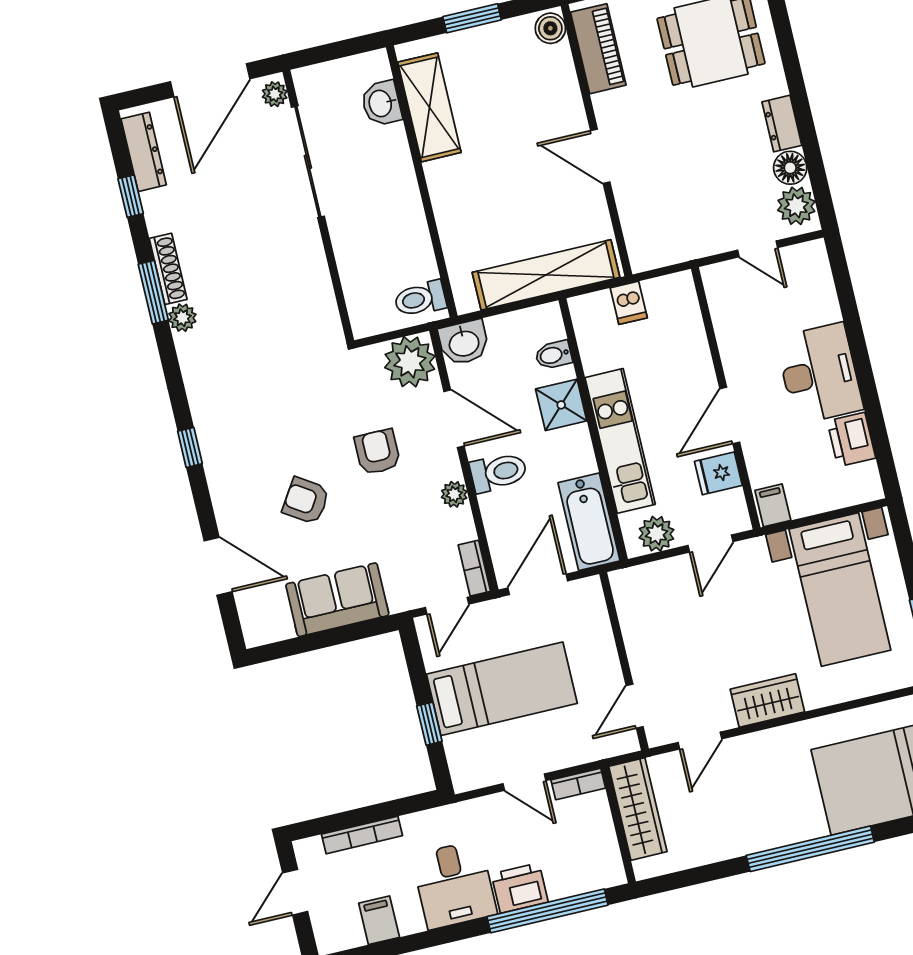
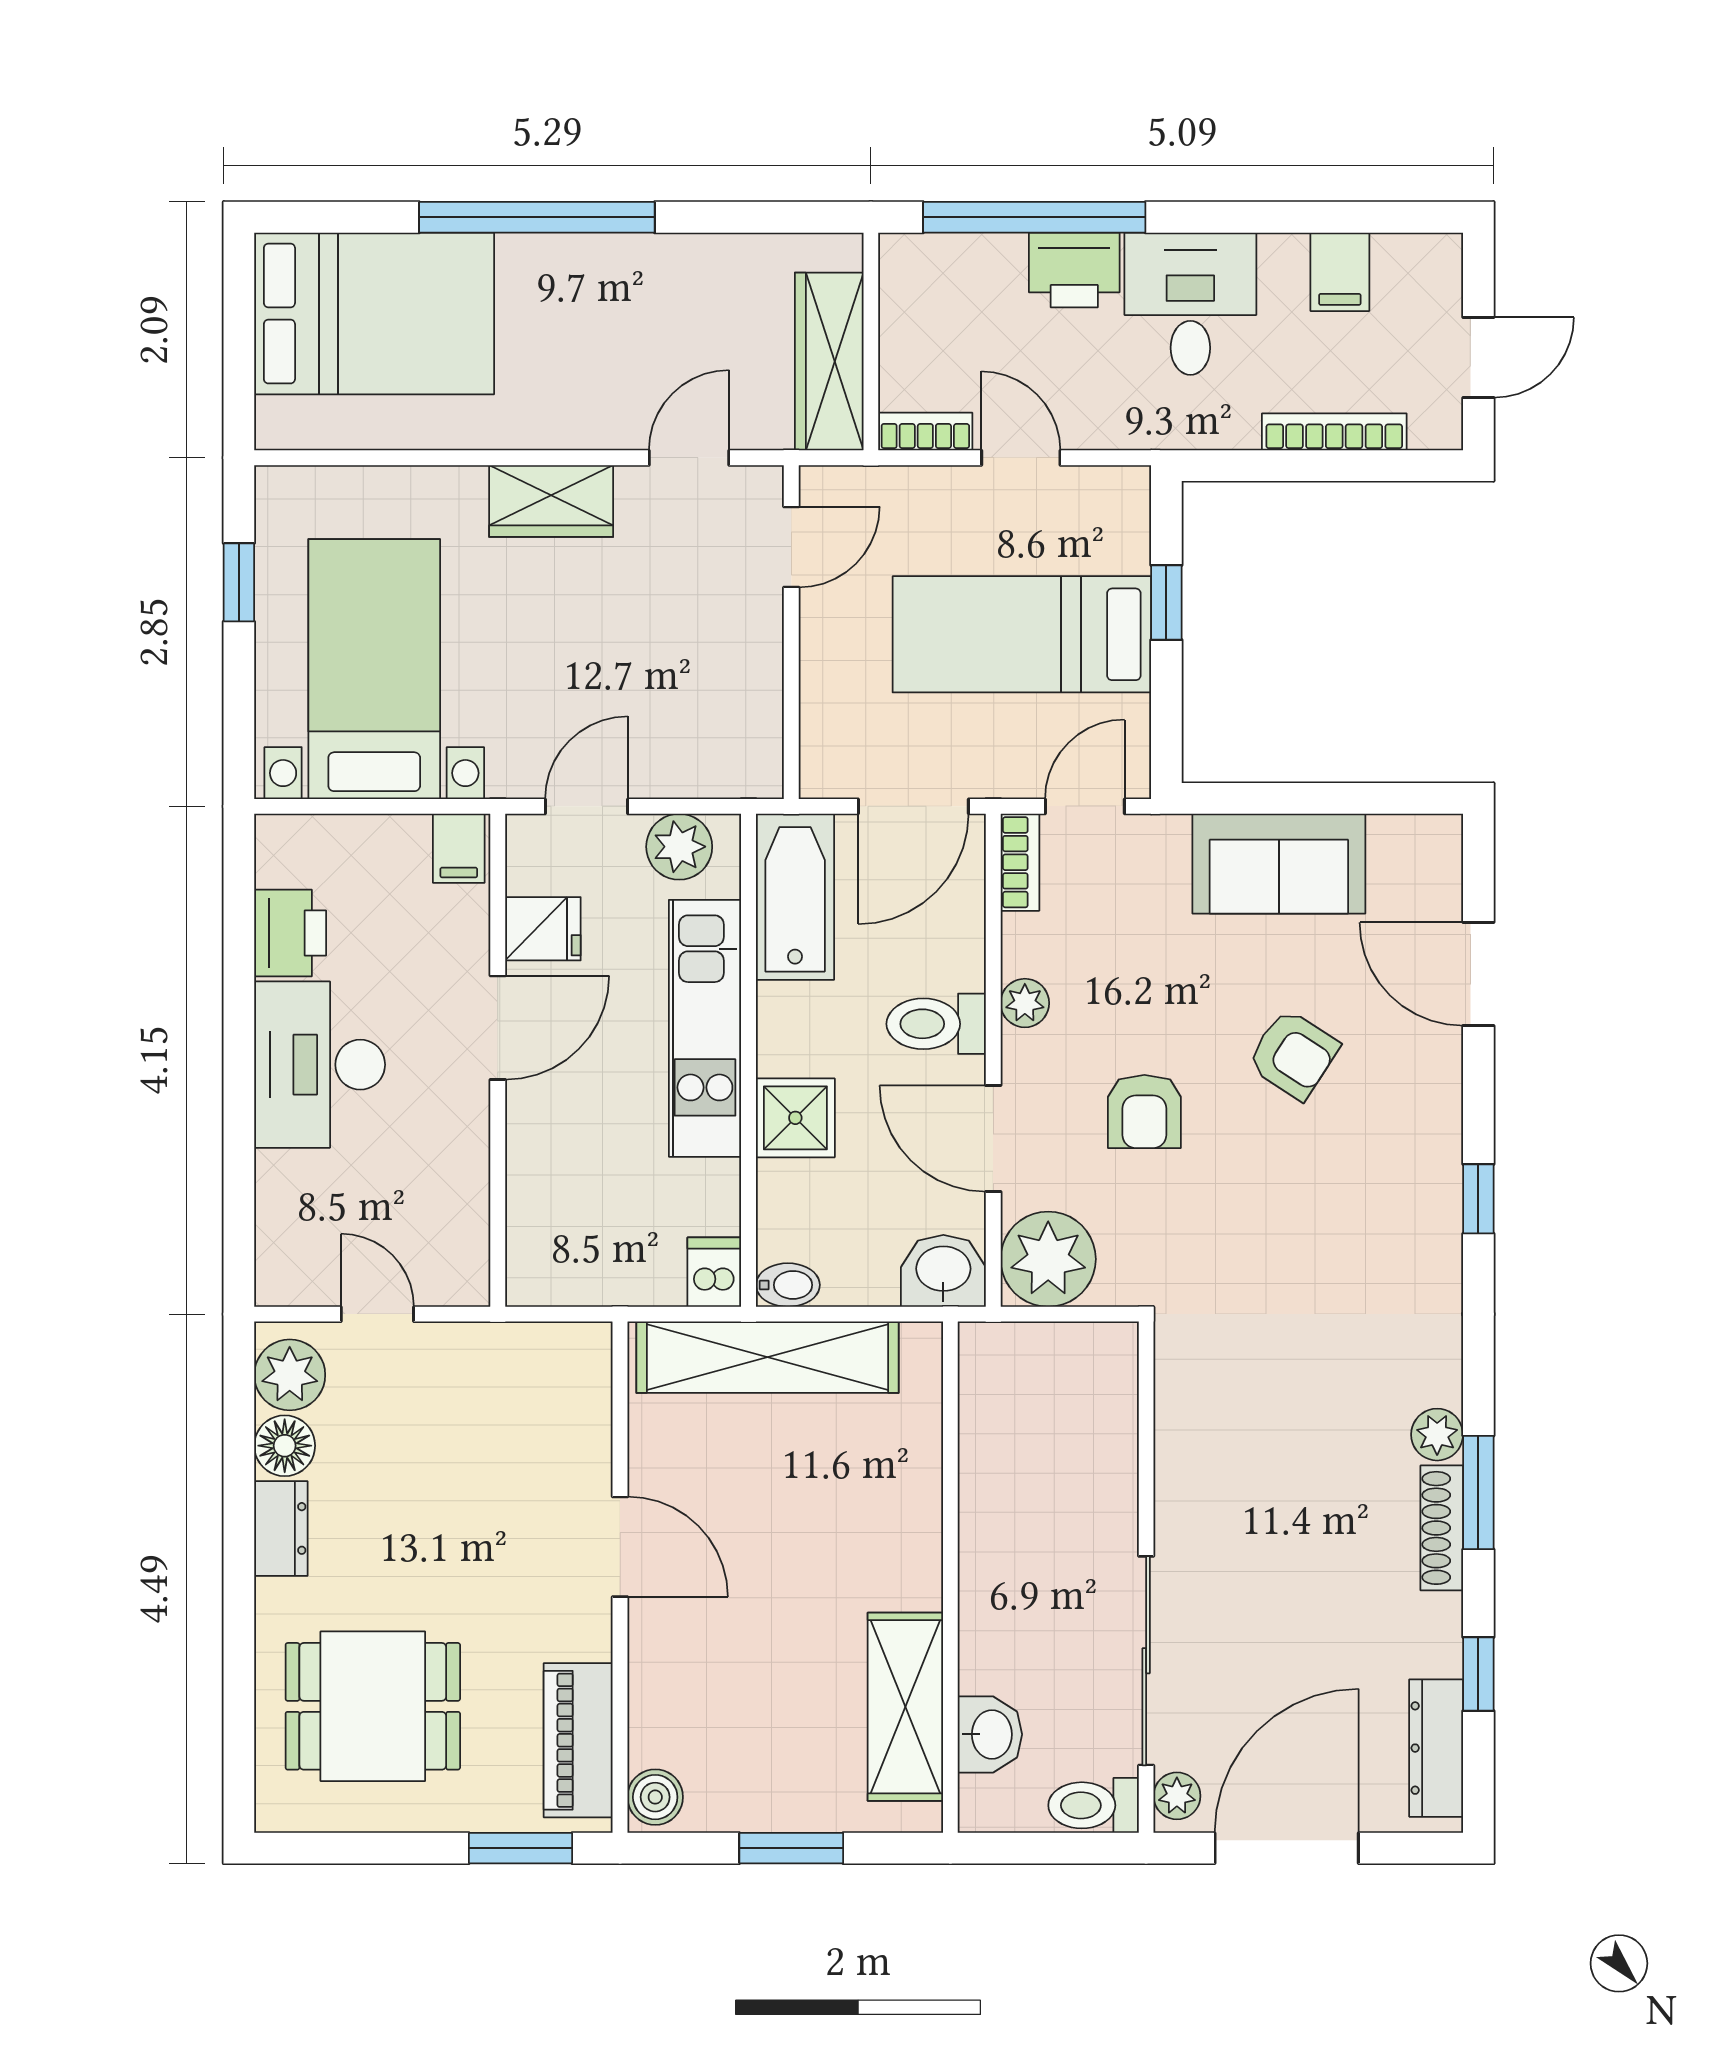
toilet: (420, 299) -> (1094, 1805), moved, turned 180
dishwasher: (629, 303) -> (714, 1272), moved
bidet: (554, 355) -> (788, 1285), moved

